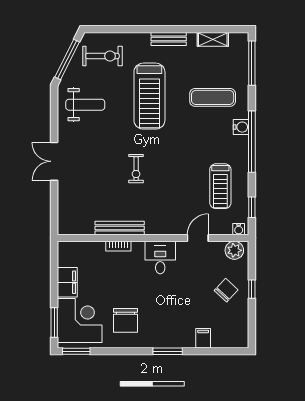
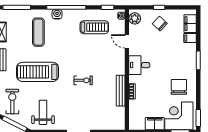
treadmill: (149, 96) -> (38, 72), turned 180
chair: (126, 320) -> (179, 87), turned -90
filing cabinet: (226, 338) -> (190, 24), added

